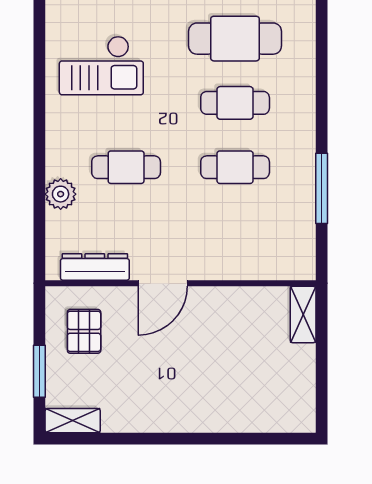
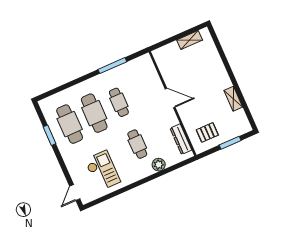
cafe table: (235, 103) -> (94, 113), width x1.37, depth x1.35
door: (163, 283) -> (170, 98), moved
shelving: (303, 314) -> (190, 40), moved
shelving: (73, 421) -> (233, 99), moved

